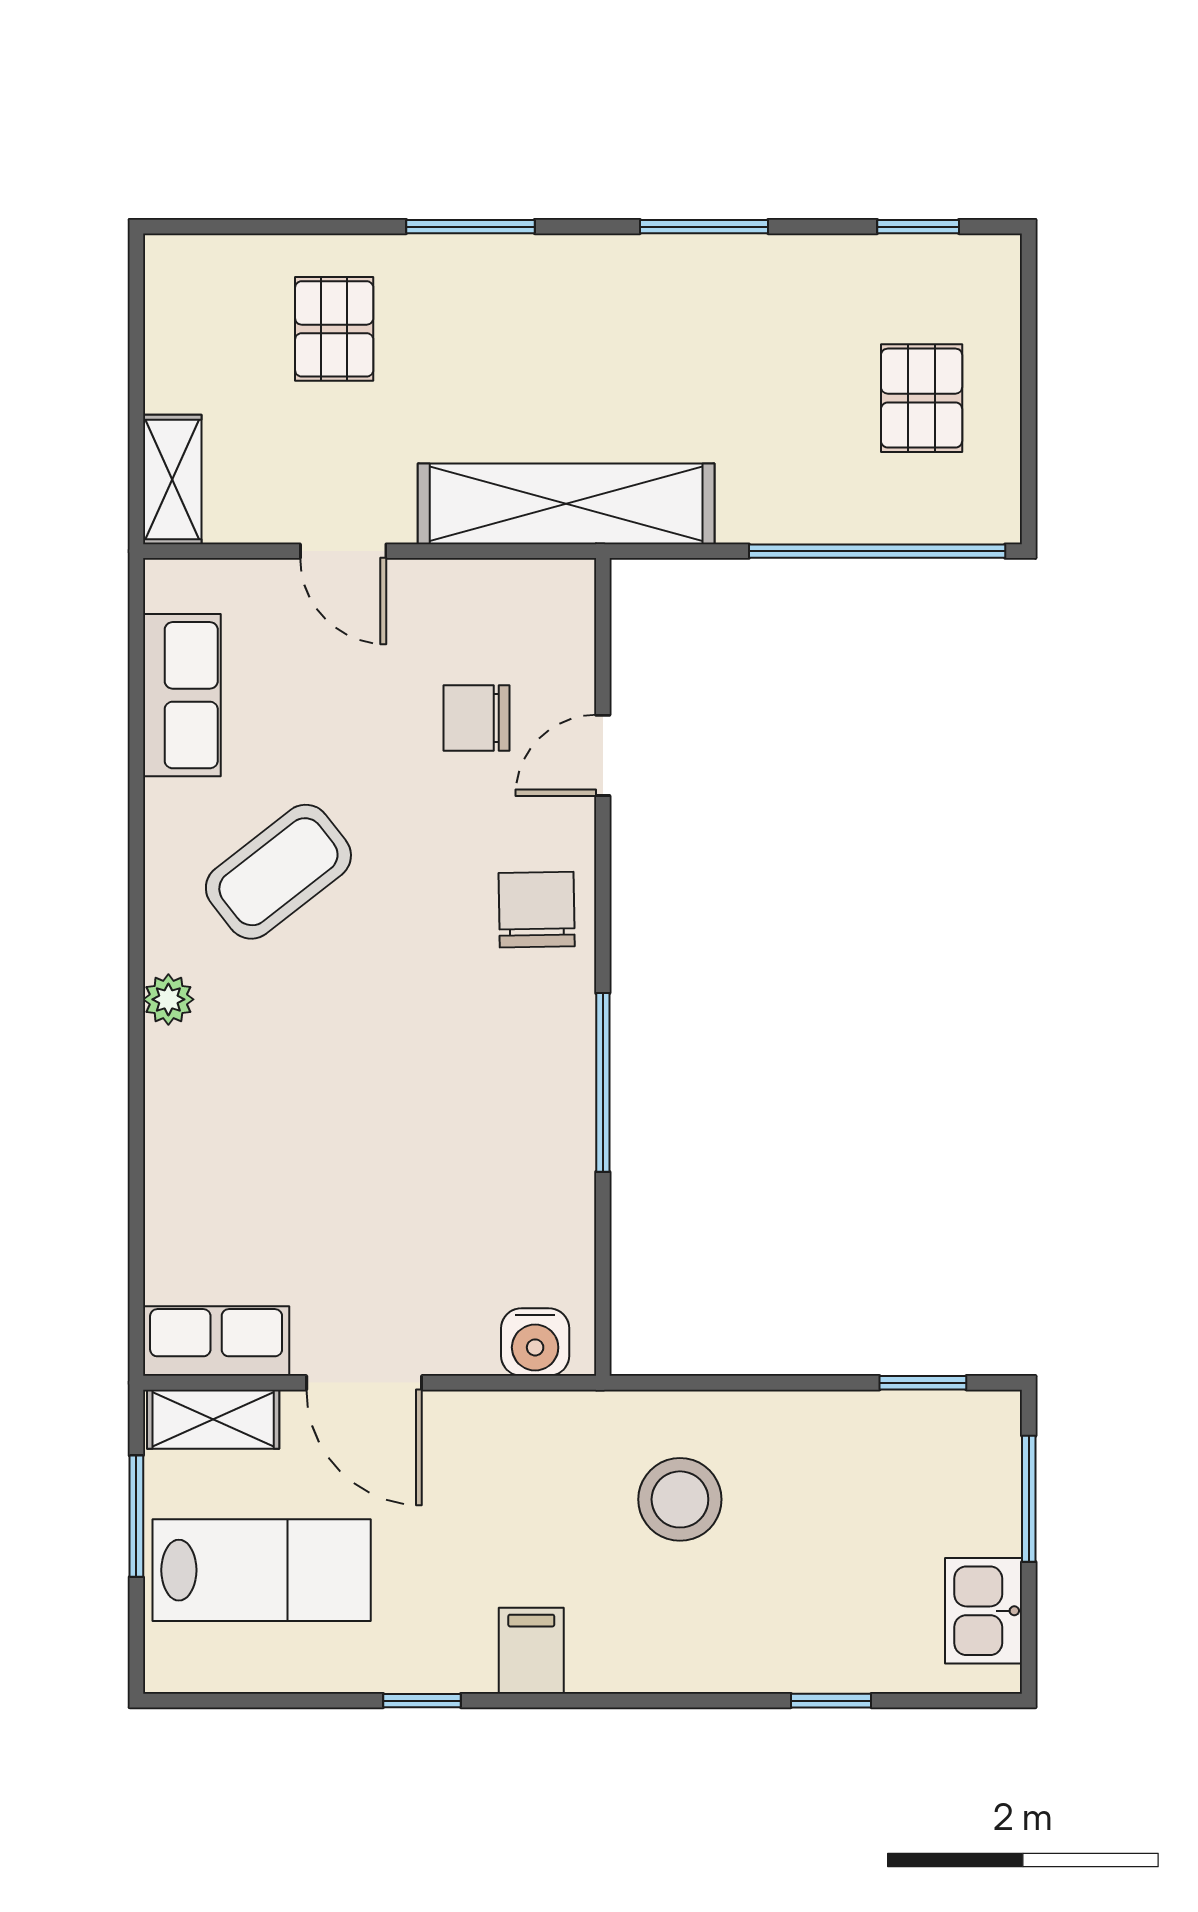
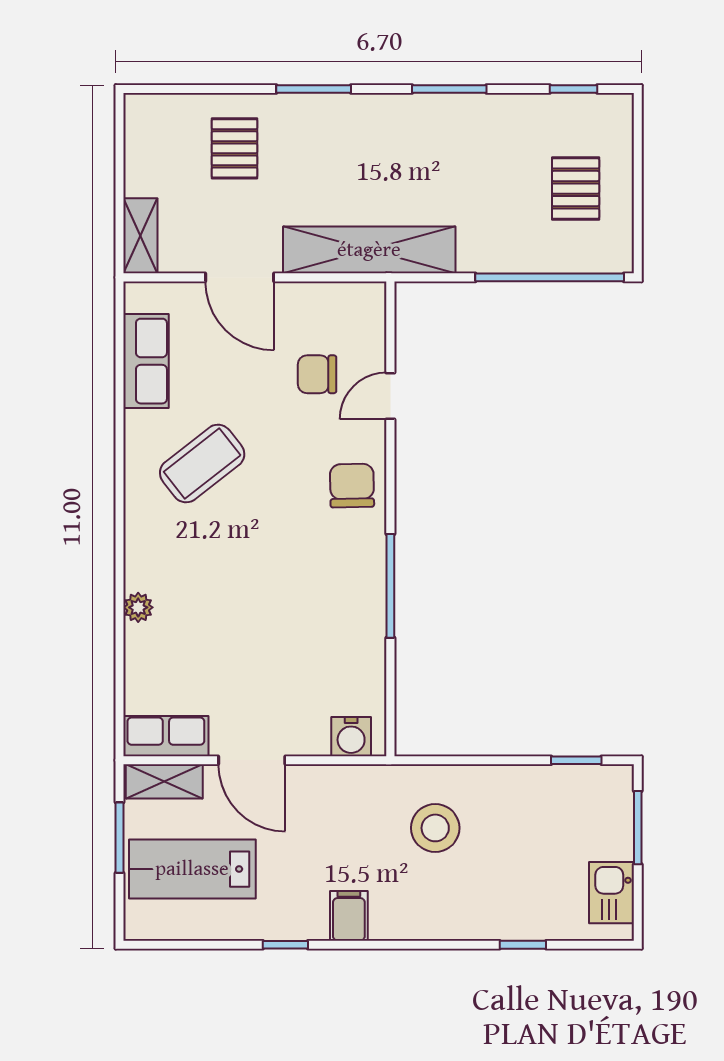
door: (343, 551) -> (240, 277), width x1.38
plant: (168, 999) -> (138, 607), moved
lab bench: (262, 1570) -> (192, 869), turned 180

